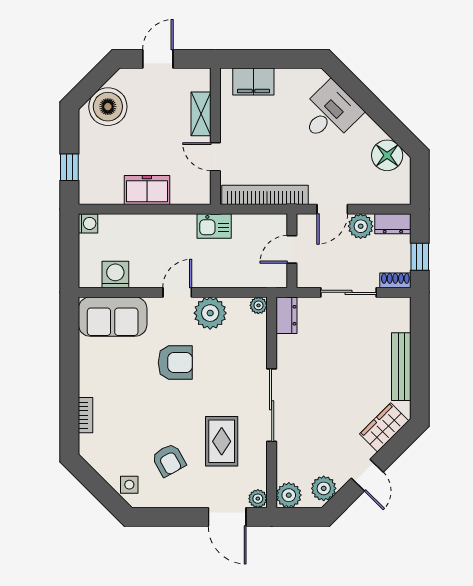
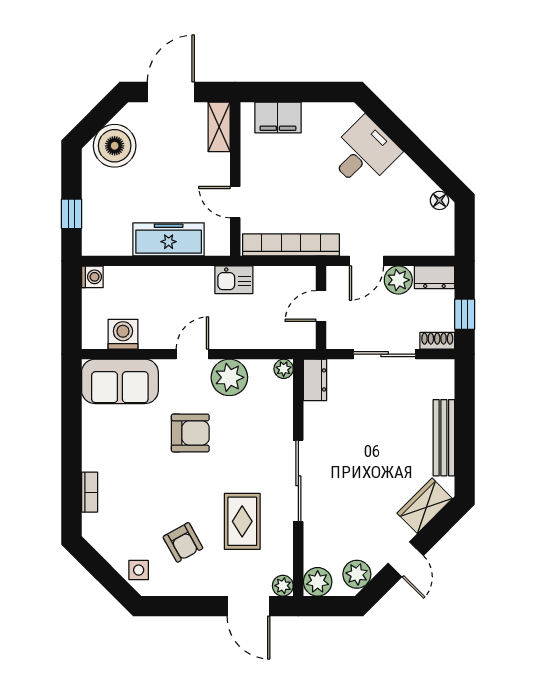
door: (158, 59) -> (171, 92), width x1.38
shelving: (201, 114) -> (219, 127), moved
floor lamp: (387, 155) -> (439, 200), width x0.53, depth x0.53
freezer: (147, 190) -> (169, 239), width x1.40

